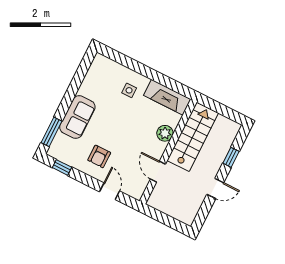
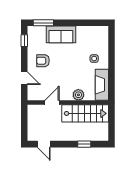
door: (215, 188) -> (44, 144), moved
door: (110, 191) -> (24, 78), hinge flipped

